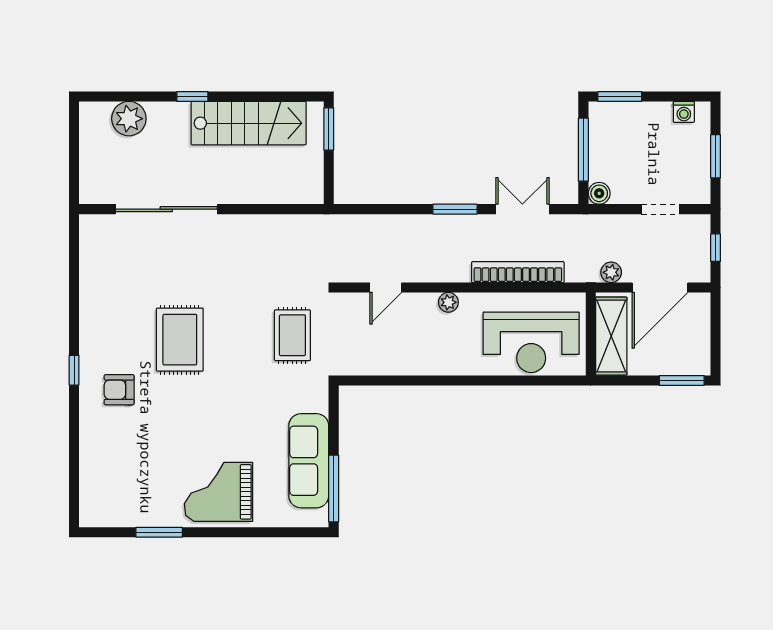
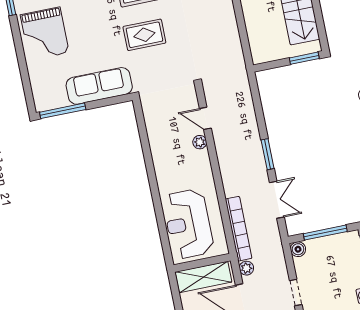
bookcase: (518, 272) -> (239, 229), moved
plant: (448, 302) -> (200, 142), moved
rug: (292, 335) -> (144, 35), moved
sofa: (309, 461) -> (99, 86), moved
grand piano: (218, 492) -> (45, 34), turned 180

